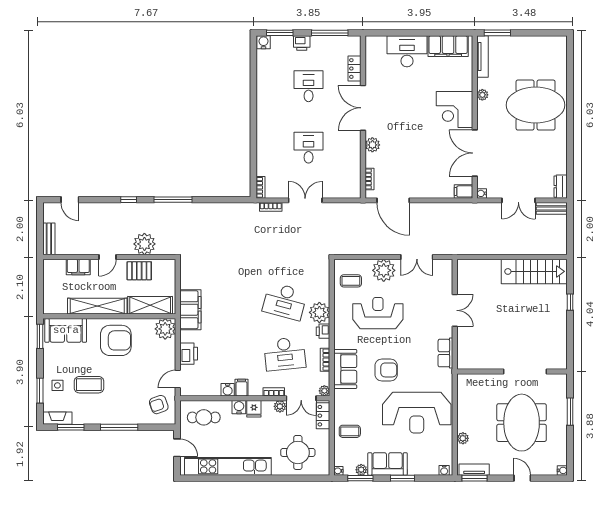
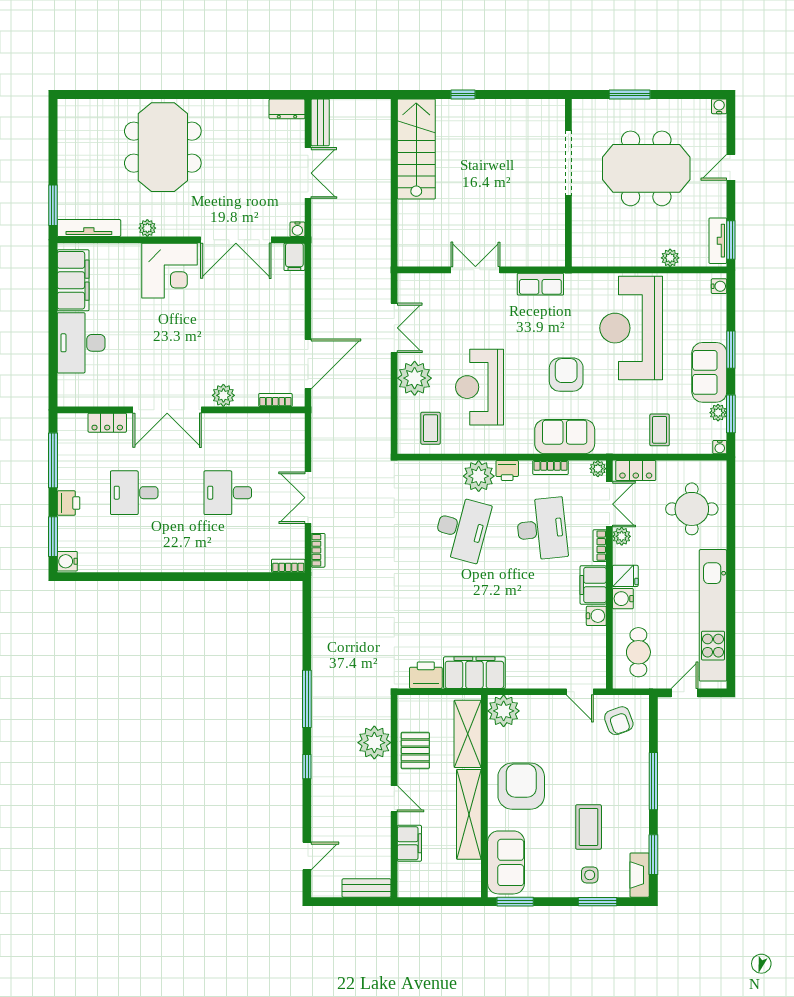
printer: (189, 354) -> (426, 675), moved
filing cabinet: (242, 388) -> (593, 585), width x2.00
reception desk: (417, 413) -> (631, 328), turned 180

